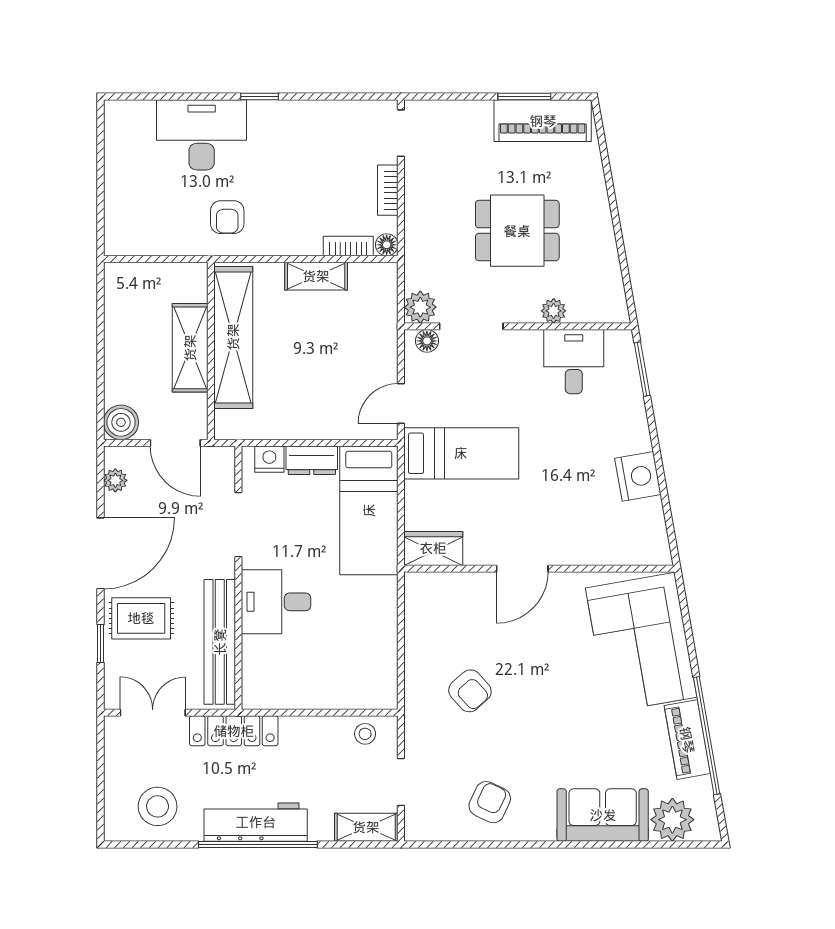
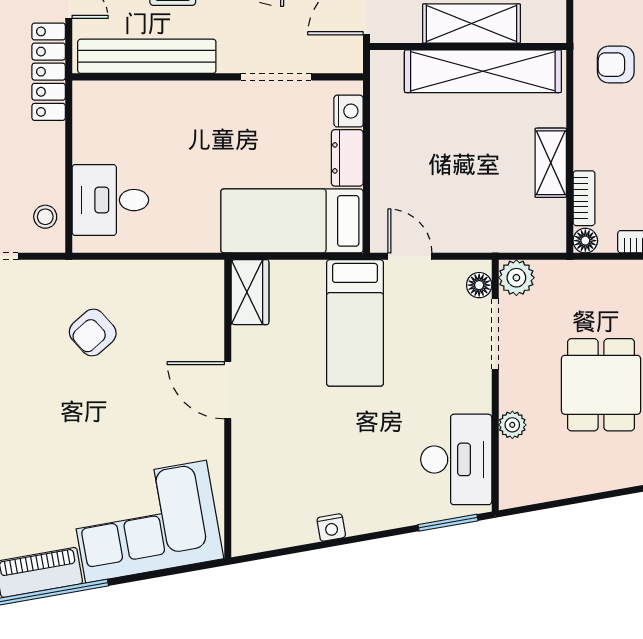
desk: (574, 362) -> (456, 459), width x1.37
nightstand: (638, 476) -> (331, 527), width x0.53, depth x0.56
desk: (276, 602) -> (110, 200), moved, turned -90

